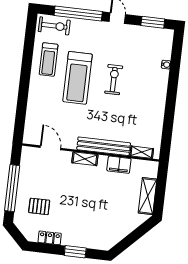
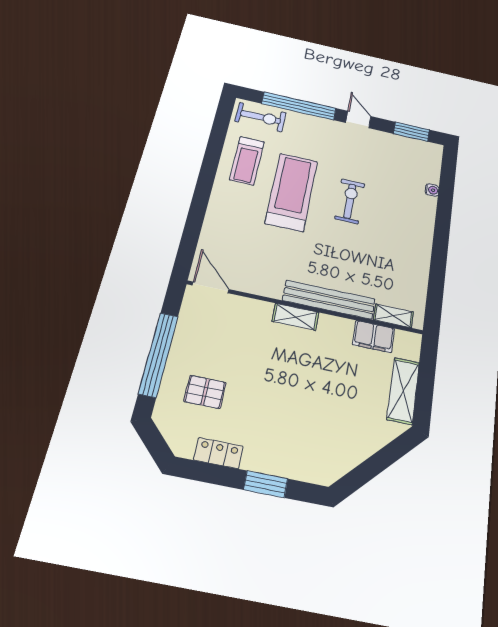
treadmill: (78, 78) -> (292, 192), turned 180
door: (50, 148) -> (211, 287), moved
filing cabinet: (119, 165) -> (374, 337), moved

